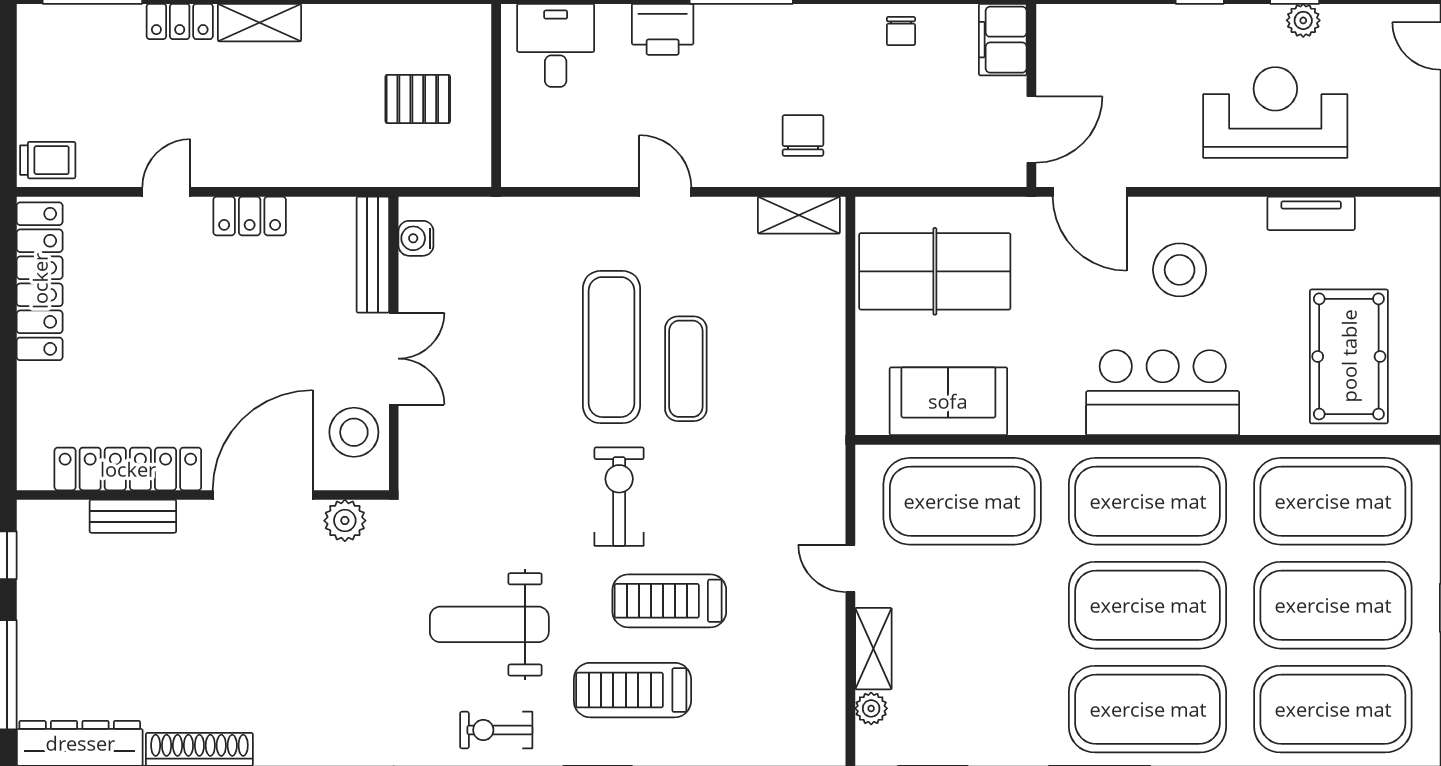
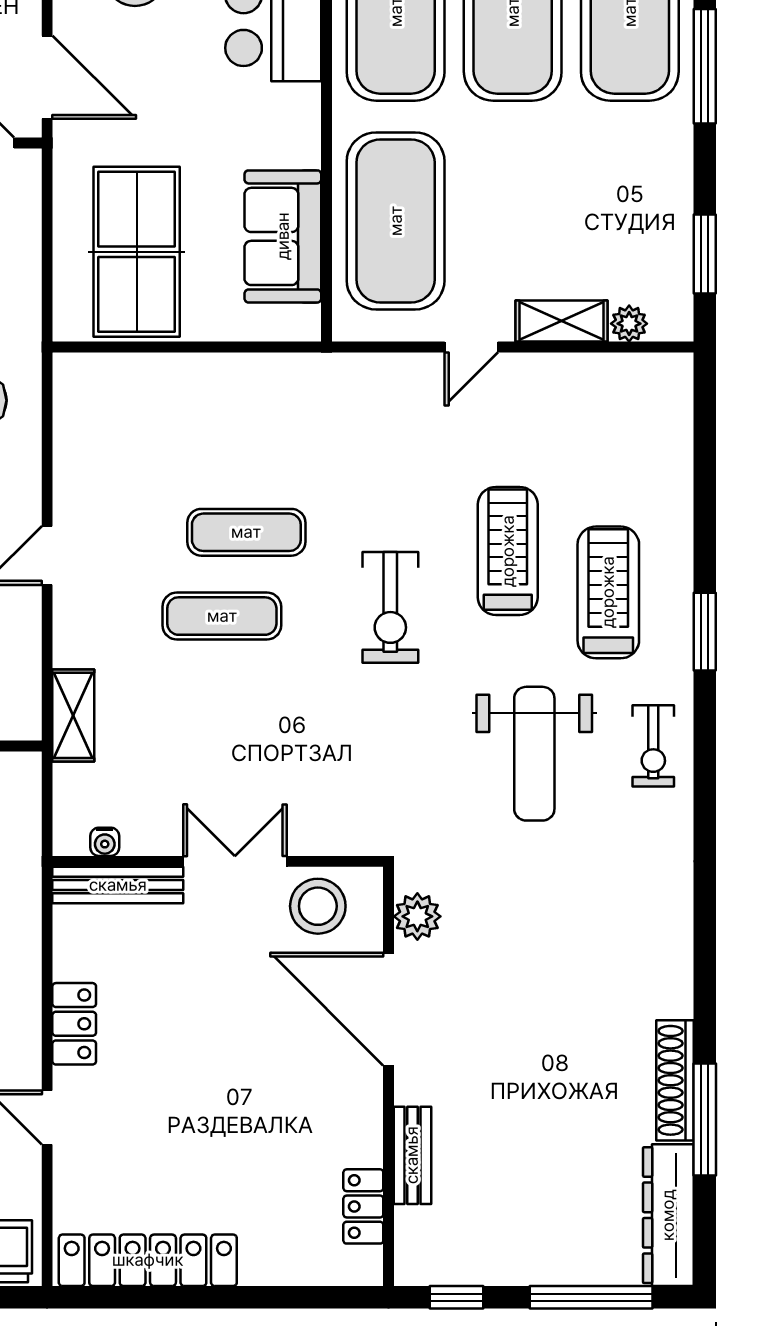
door: (1090, 192) -> (47, 77), hinge flipped
shelving: (799, 215) -> (73, 715), moved
water cooler: (416, 238) -> (105, 842), width x0.72, depth x0.72
exercise mat: (612, 347) -> (222, 616), width x0.73, depth x0.69
locker: (128, 469) -> (363, 1206), width x0.46, depth x0.83
exercise bike: (619, 497) -> (390, 607), turned -90
treadmill: (669, 601) -> (508, 551), turned 180
treadmill: (632, 690) -> (608, 592), turned 180

